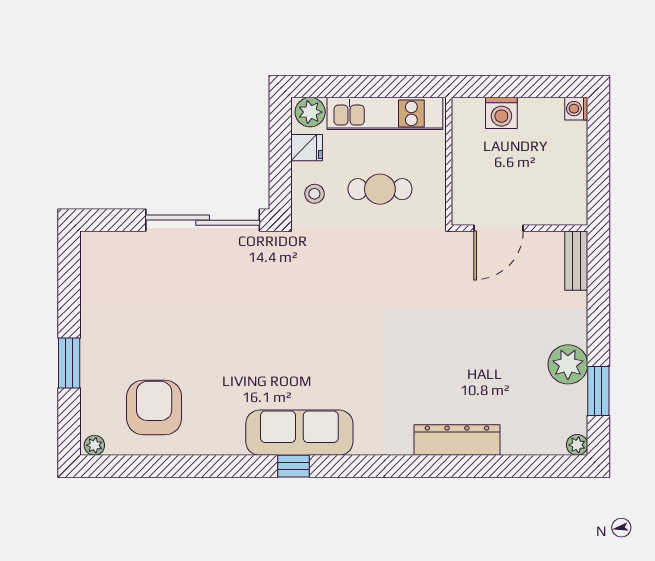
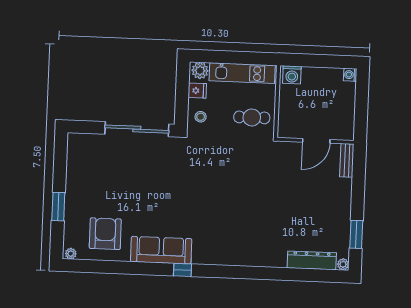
washing machine: (501, 113) -> (292, 75), moved
cafe table: (380, 189) -> (252, 117), moved
door: (499, 228) -> (316, 141), moved
plant: (568, 364) -> (340, 219), removed
sofa: (299, 433) -> (161, 250), moved
dresser: (457, 440) -> (312, 260), moved

